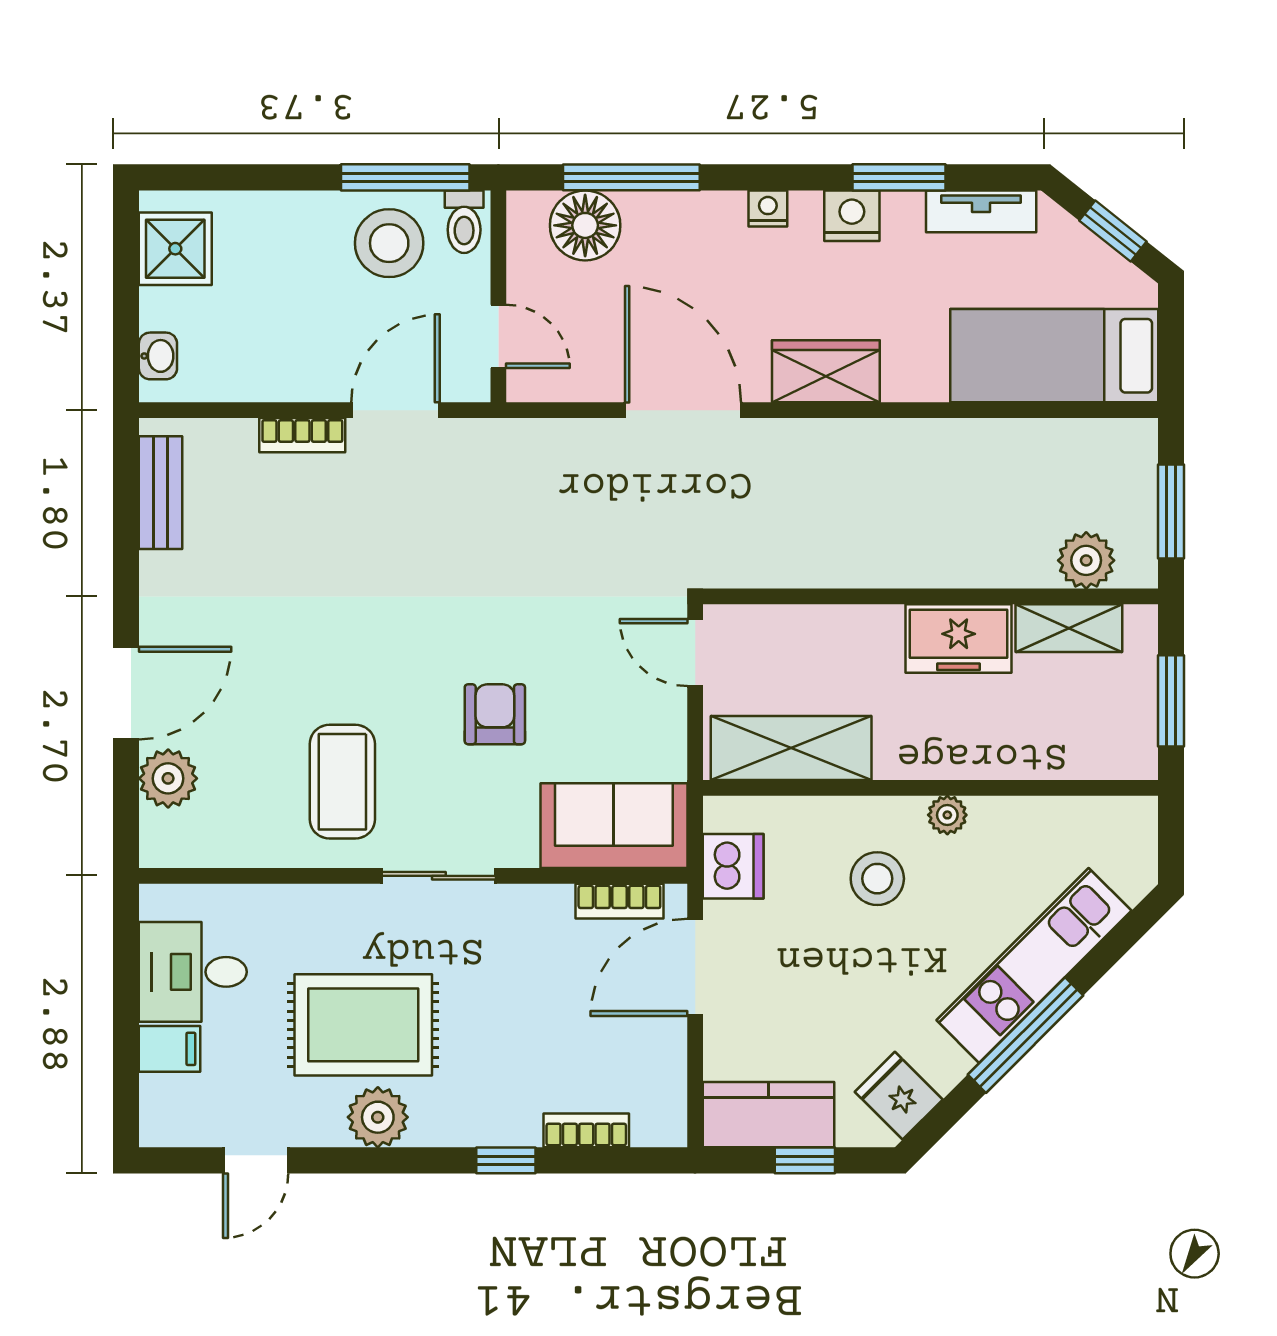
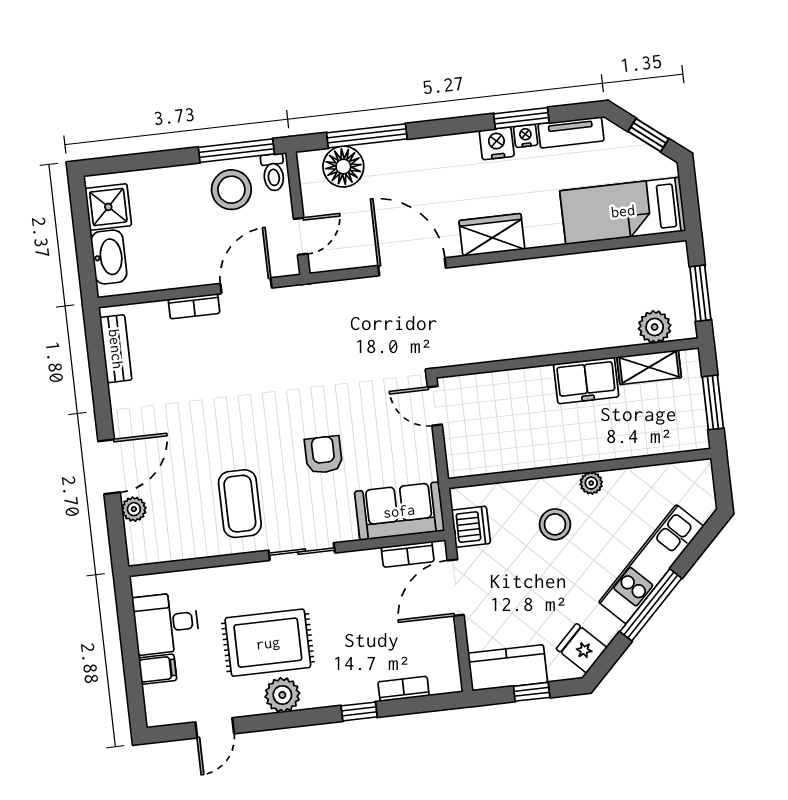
nightstand: (768, 208) -> (526, 136), moved
door: (498, 336) -> (301, 236), hinge flipped
washbasin: (158, 356) -> (109, 257), width x1.91, depth x1.45
shelving: (791, 748) -> (497, 455), removed
plant: (168, 778) -> (134, 509), width x0.73, depth x0.73

